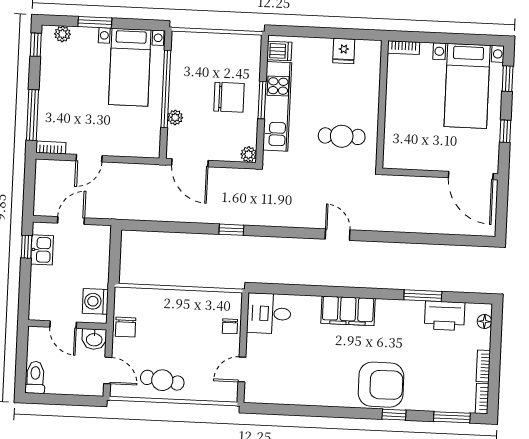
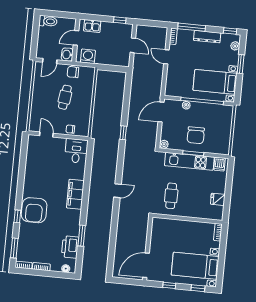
dresser: (48, 86) -> (207, 37), added
kitchen sink: (42, 250) -> (92, 26), moved
cafe table: (162, 380) -> (65, 97), moved

